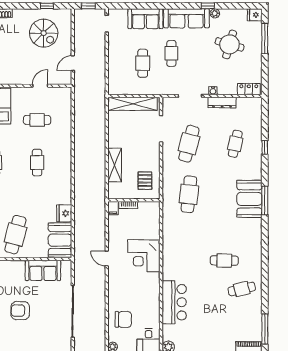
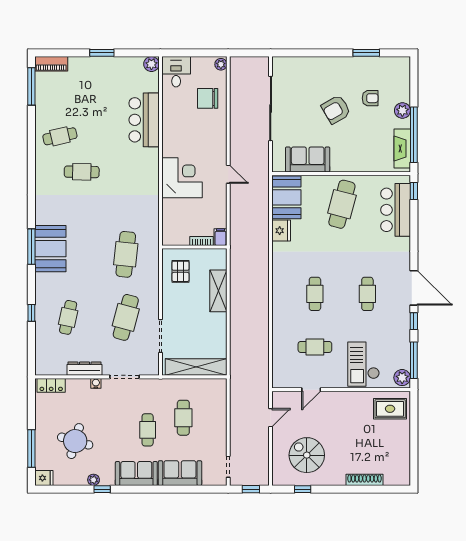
sofa: (186, 18) -> (136, 474), width x0.73
armchair: (20, 311) -> (336, 109), turned 150

